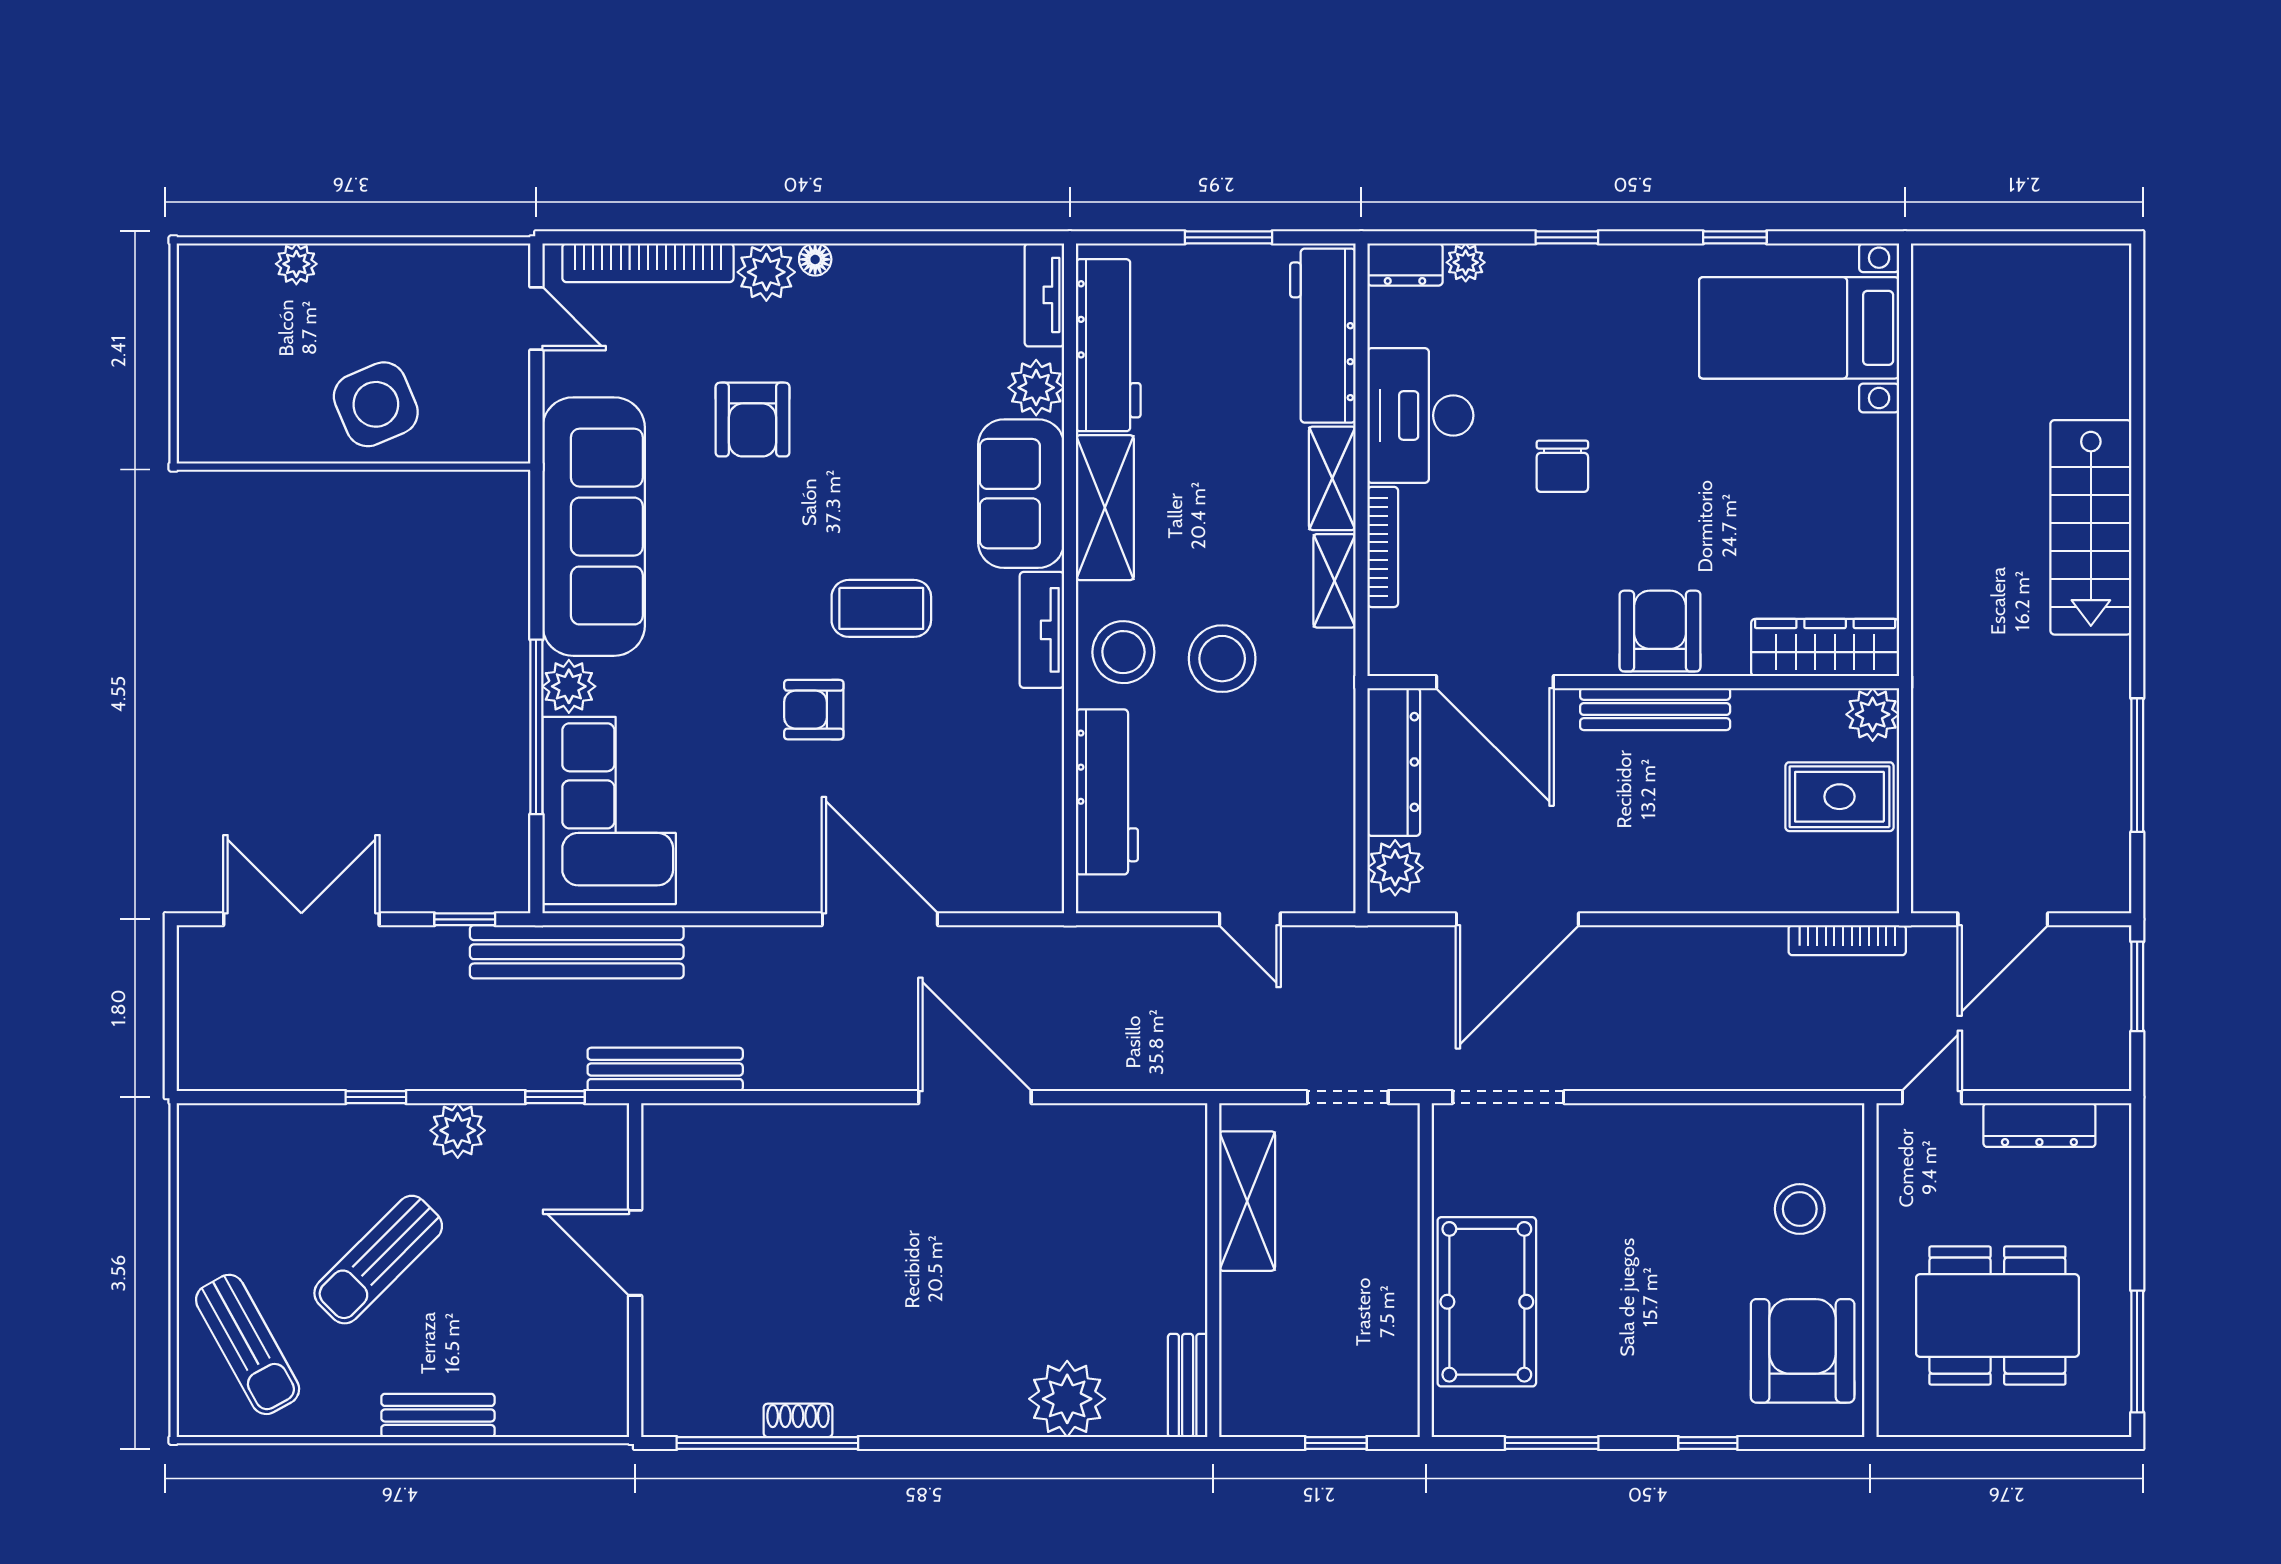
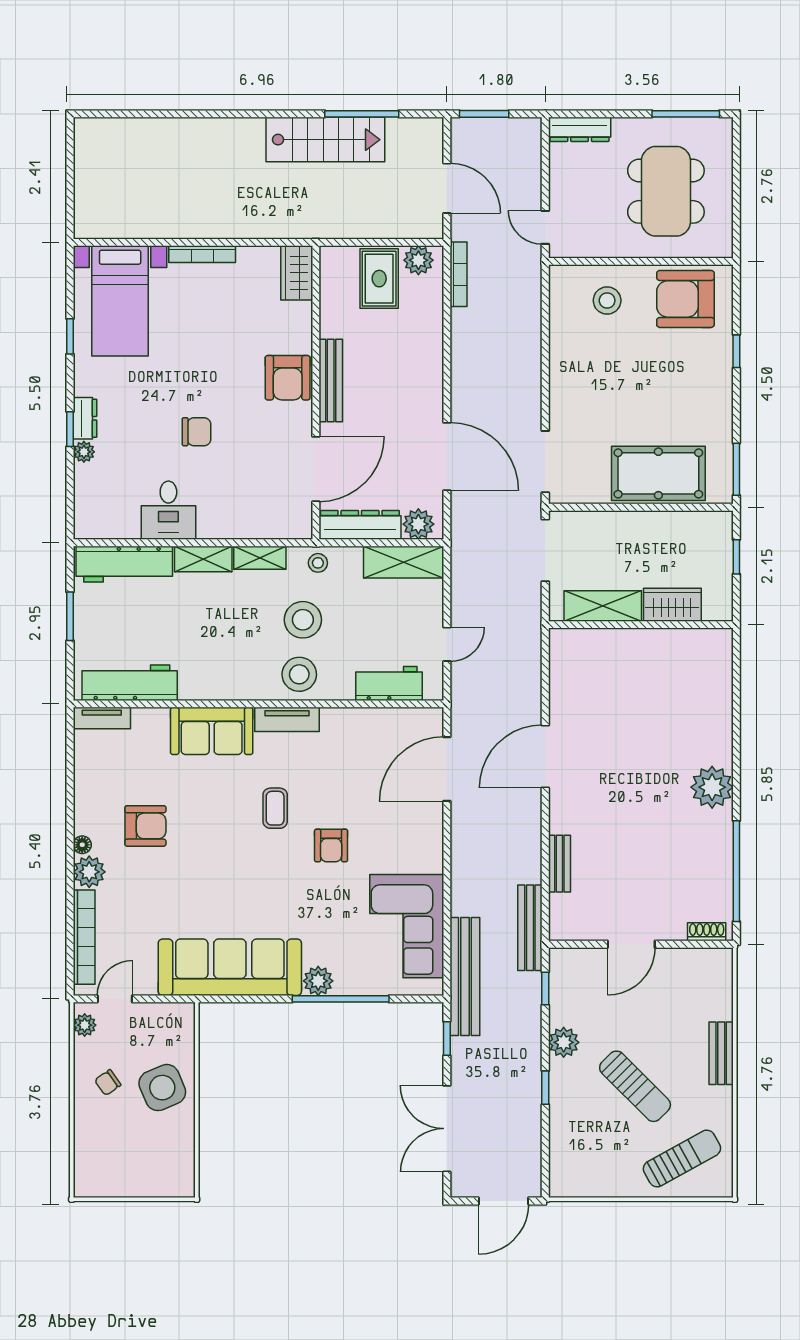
plant: (1466, 262) -> (84, 452), moved
plant: (296, 264) -> (85, 1025), moved
dresser: (1405, 264) -> (85, 418), moved
chair: (385, 306) -> (108, 1083), added
plant: (1036, 388) -> (153, 723), removed
desk: (1420, 415) -> (168, 510), width x0.73
armchair: (753, 420) -> (145, 826), moved
shelving: (1105, 508) -> (404, 562), moved
stairs: (2091, 527) -> (325, 140), moved
bookcase: (1383, 547) -> (202, 254), moved, turned 180
coffee table: (881, 608) -> (275, 808), width x0.73, depth x0.77
armchair: (1660, 631) -> (288, 378), turned -90
wardrobe: (1825, 648) -> (297, 273), width x0.67
stool: (1325, 686) -> (318, 563), added
plant: (1873, 714) -> (418, 260), moved
workbench: (1107, 792) -> (389, 683), width x0.73
corner sofa: (609, 810) -> (407, 926), moved, turned -90
door: (880, 919) -> (447, 769), moved
door: (1250, 919) -> (447, 644), moved
door: (171, 1022) -> (503, 1201), added
doorway: (1348, 1097) -> (545, 550), width x1.38
dresser: (2039, 1125) -> (580, 129), moved, turned 90
wardrobe: (1249, 1327) -> (672, 605), added
bench: (1188, 1385) -> (559, 864), moved, turned 90
plant: (1067, 1399) -> (712, 787), moved
shoe rack: (798, 1420) -> (707, 932), moved, turned 90
window: (1552, 1443) -> (736, 469), moved

